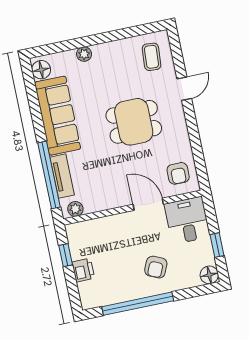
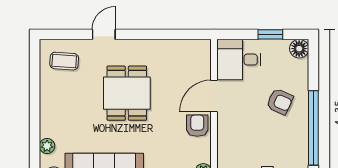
plant: (84, 54) -> (47, 146), moved
door: (184, 89) -> (104, 34), hinge flipped
armchair: (178, 173) -> (197, 126), moved, turned -90

